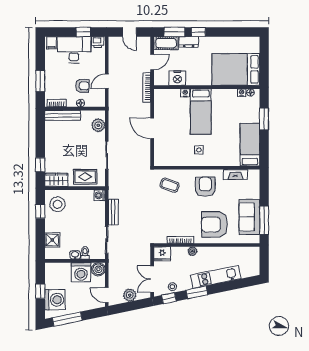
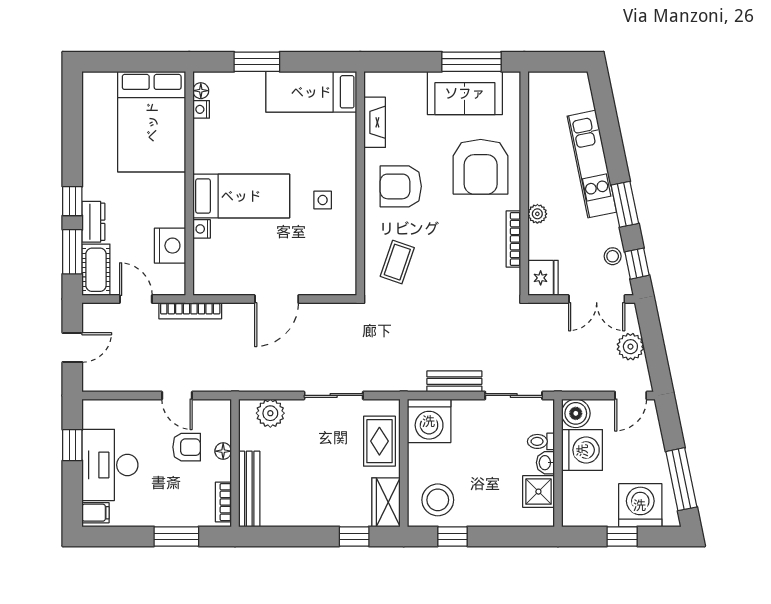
printer: (98, 42) -> (94, 414), removed
armchair: (82, 86) -> (187, 447), turned 90
washing machine: (100, 195) -> (429, 421), width x1.89, depth x1.89
shower: (52, 240) -> (538, 492), moved

